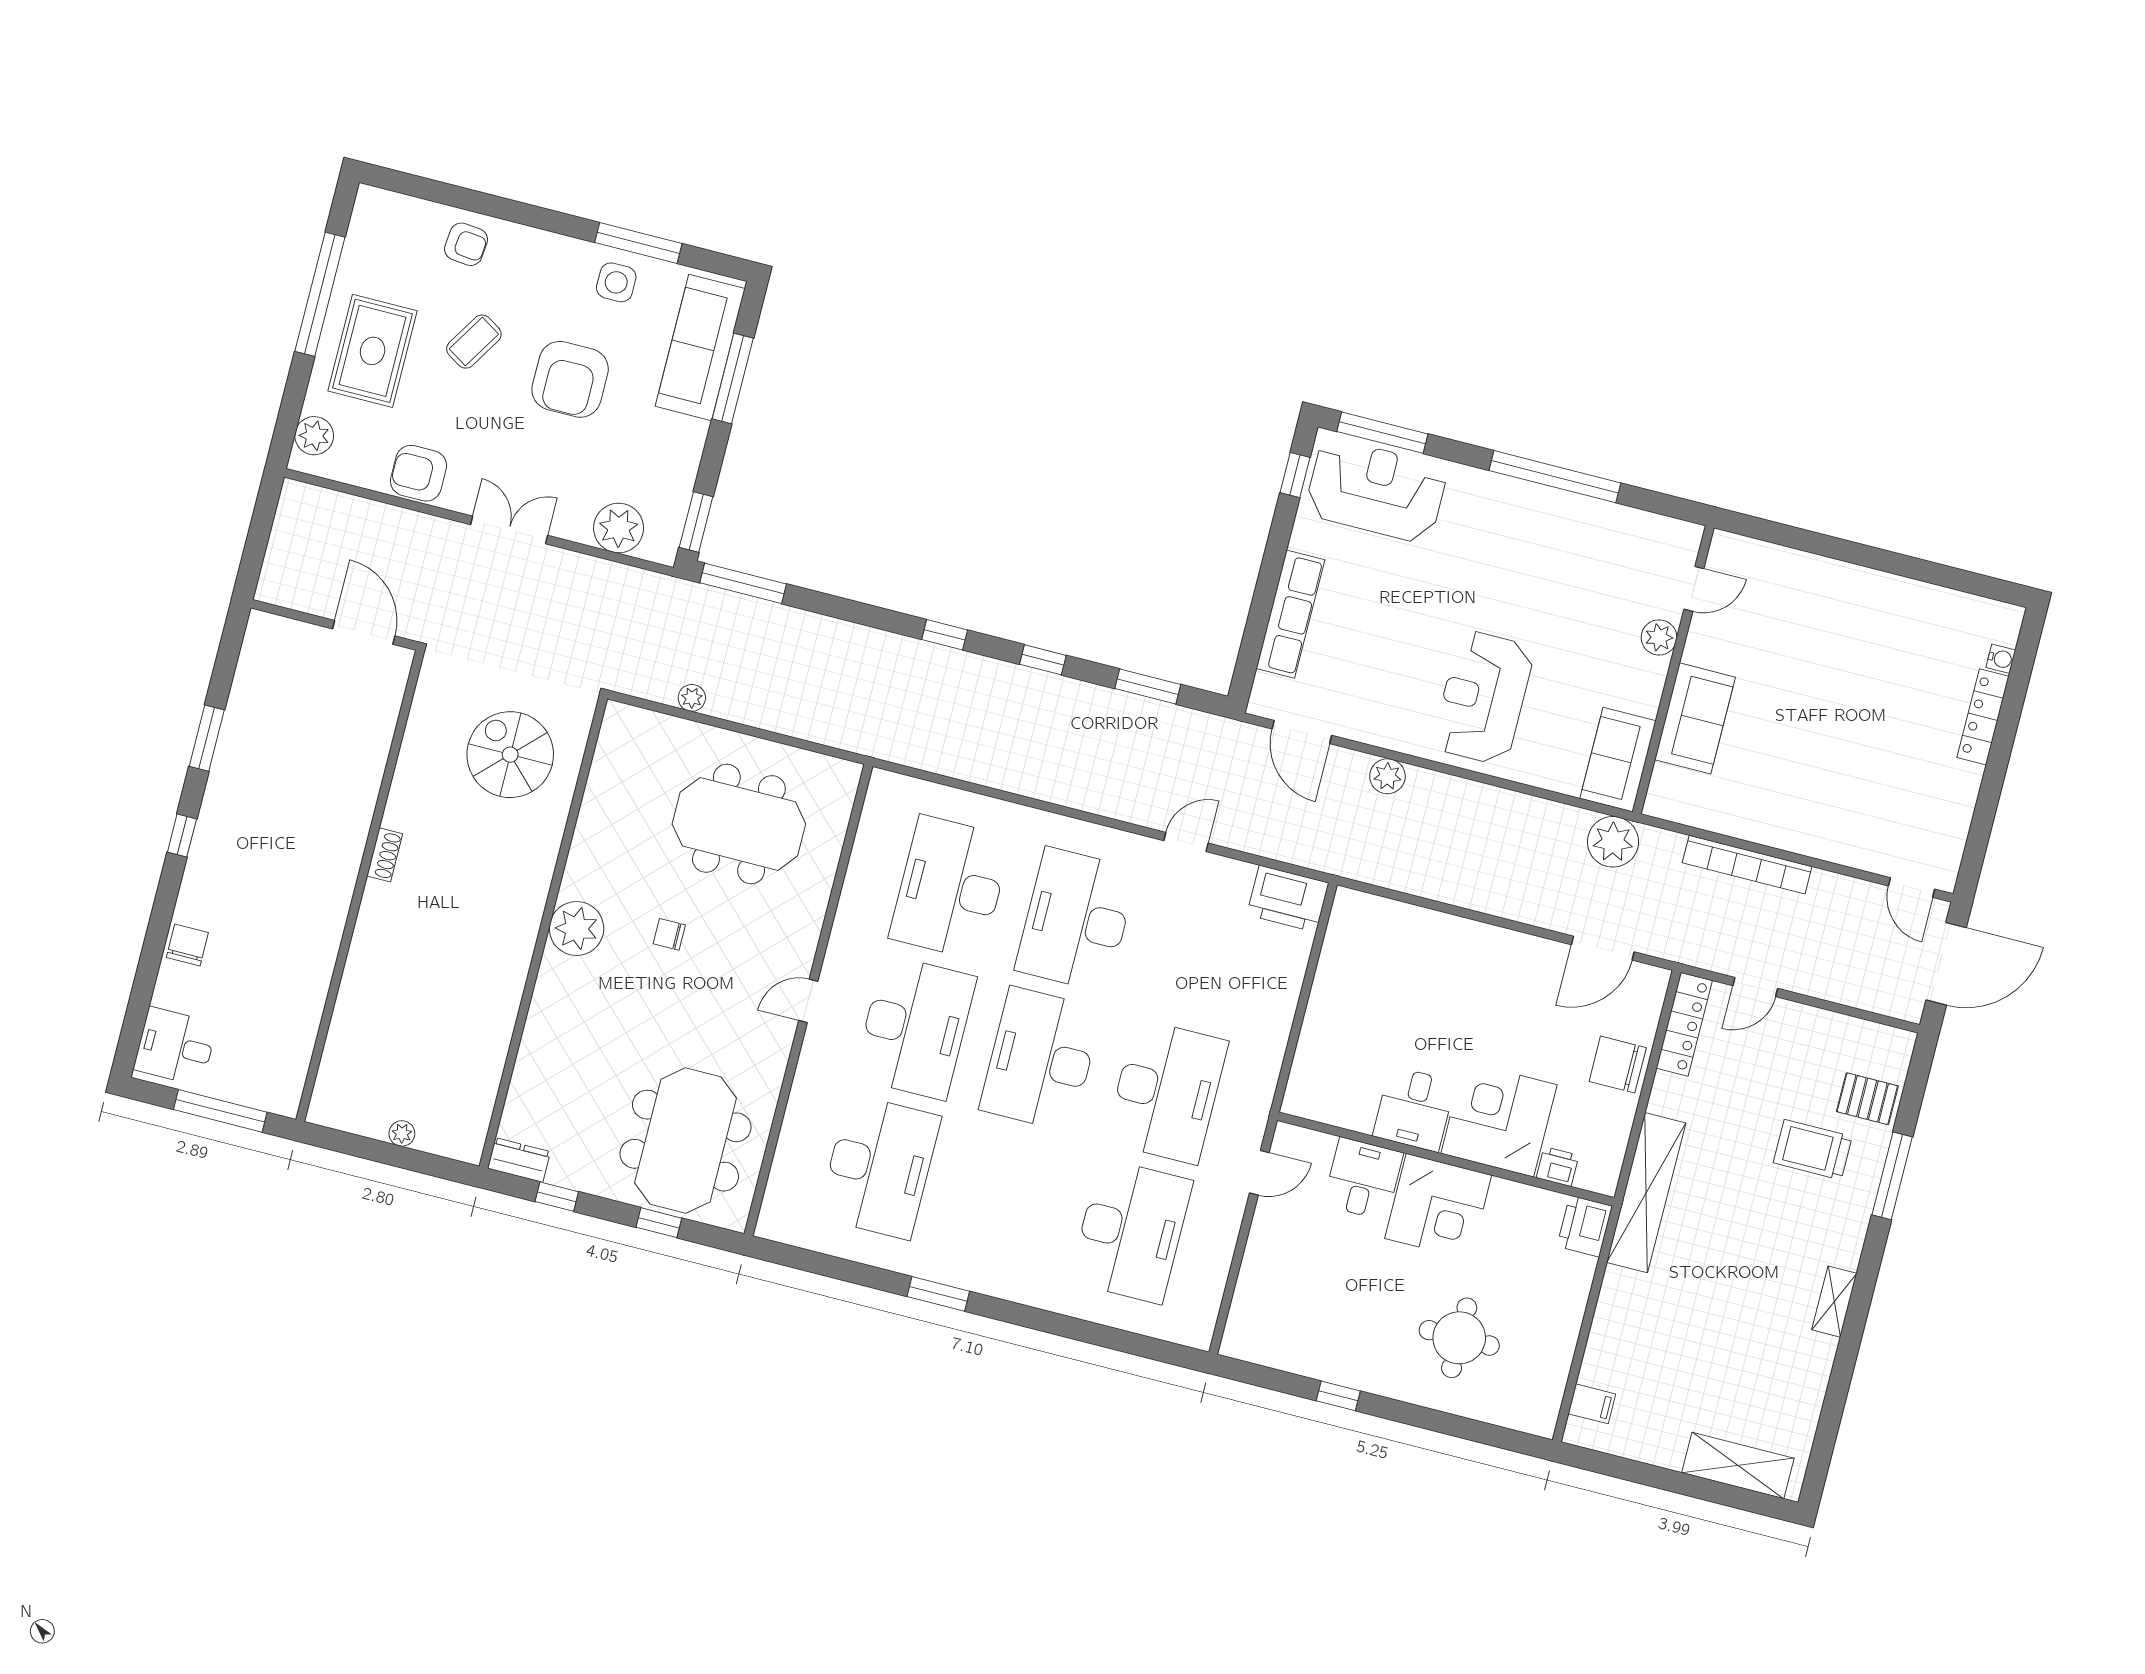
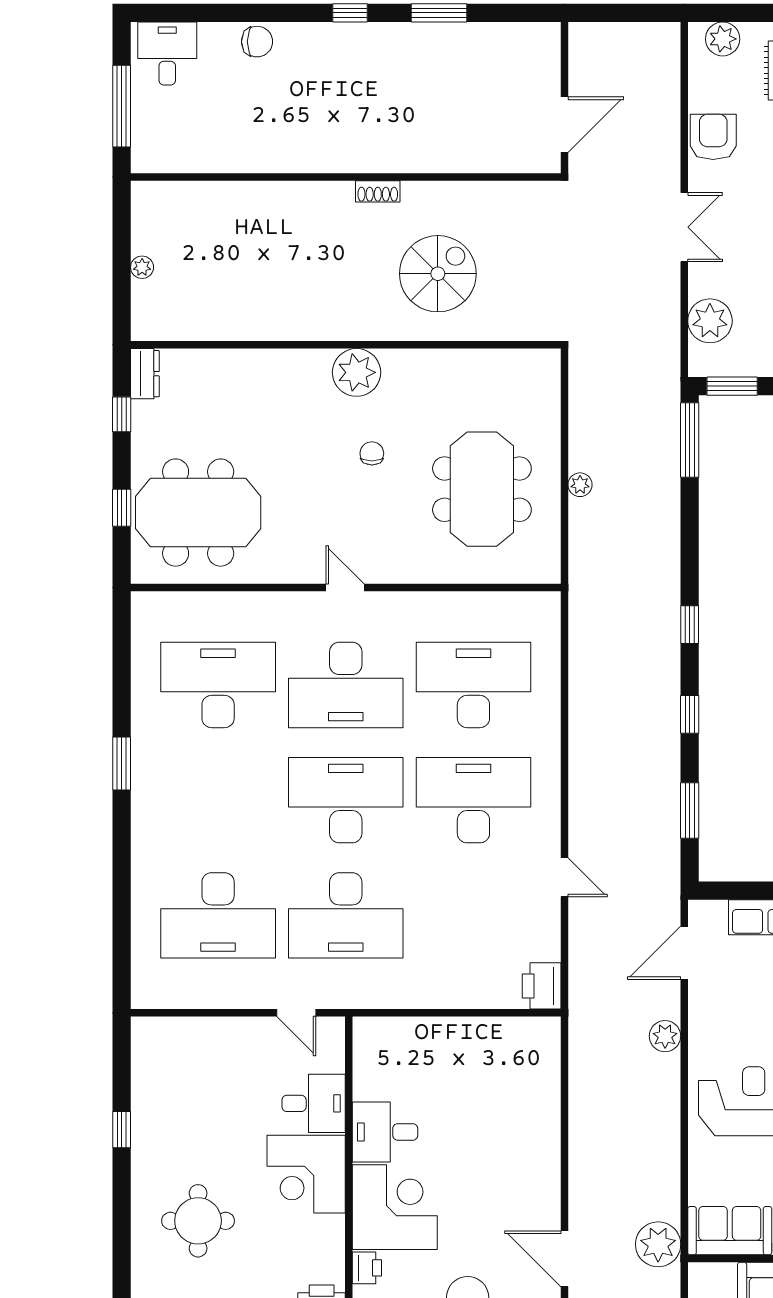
plant: (692, 698) -> (580, 485), moved
spiral stairs: (510, 755) -> (438, 274), moved
printer: (1288, 899) -> (542, 986), width x0.73, depth x0.84
desk: (879, 1167) -> (218, 685), turned 180

